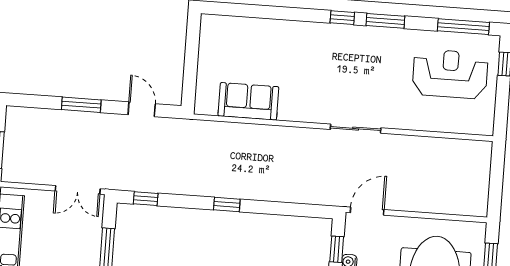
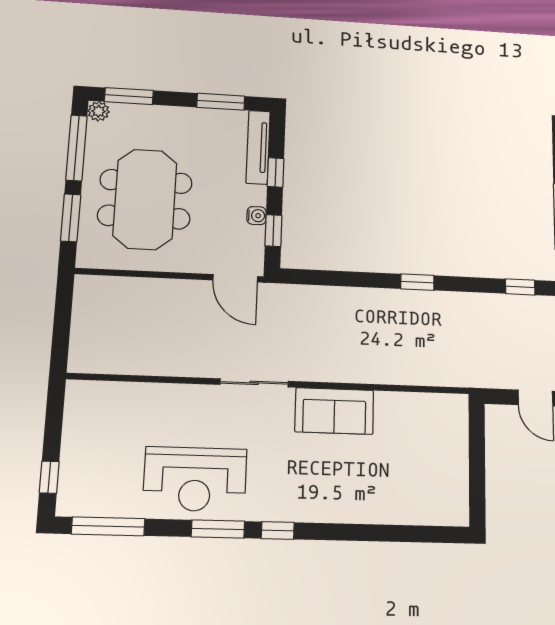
reception desk: (450, 74) -> (195, 479), moved
sofa: (248, 101) -> (334, 411), moved
door: (367, 211) -> (235, 278), hinge flipped

